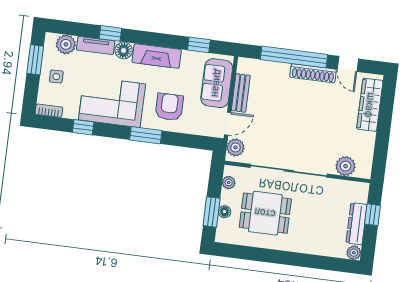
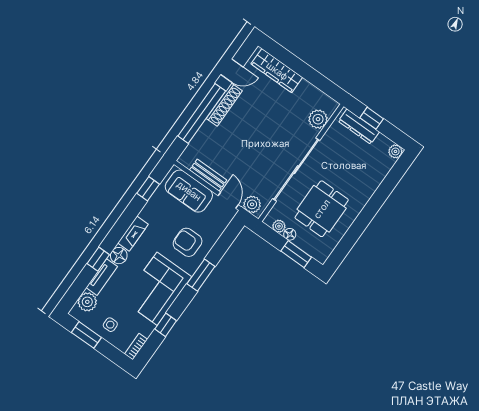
fireplace: (157, 56) -> (133, 234), width x0.73, depth x0.76
floor lamp: (225, 212) -> (290, 234), moved
dresser: (357, 224) -> (359, 127), moved

